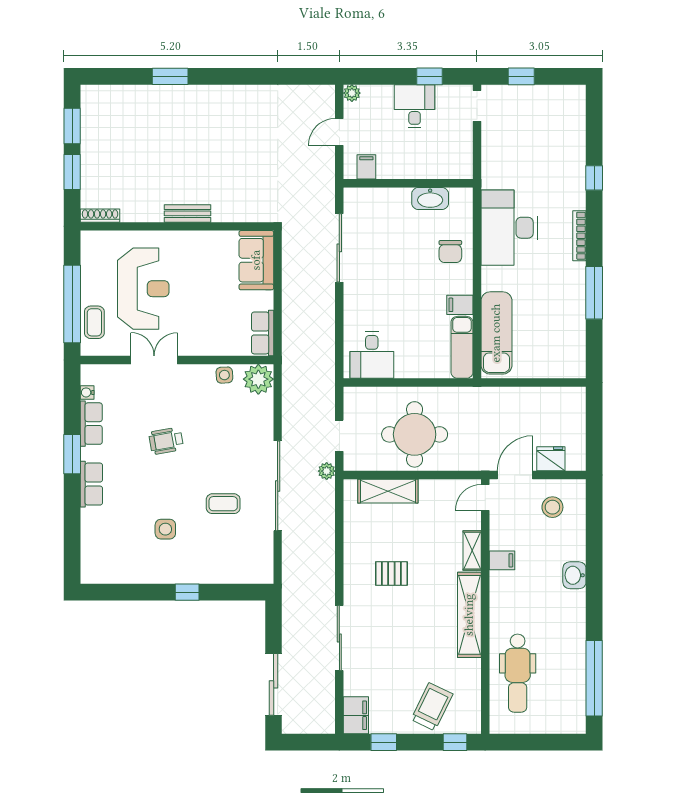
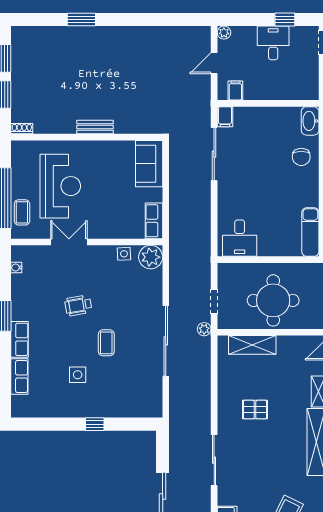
washbasin: (430, 199) -> (310, 121), moved, turned 90
shoe rack: (100, 216) -> (22, 129), width x0.70
filing cabinet: (460, 305) -> (225, 117), moved, turned -90
row of seats: (91, 424) -> (19, 376), moved
coffee table: (223, 504) -> (106, 343), moved, turned 90

